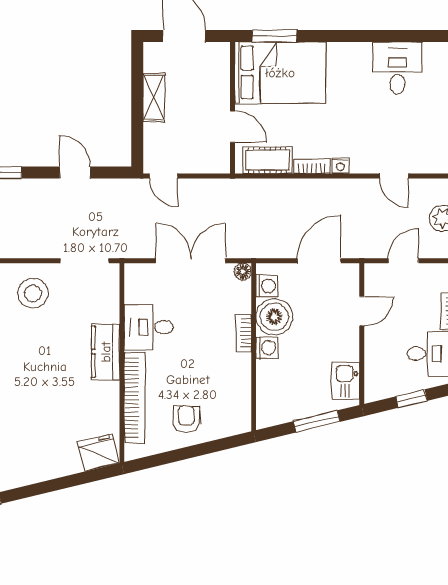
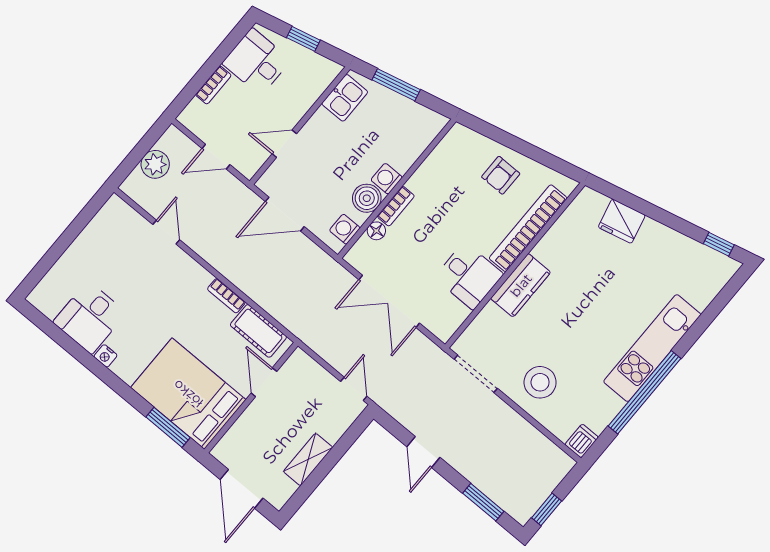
nightstand: (340, 166) -> (106, 356), moved, turned 180
floor lamp: (243, 272) -> (376, 231), moved
boiler: (274, 317) -> (367, 198), width x0.73, depth x0.73
fridge: (98, 453) -> (622, 221), moved

